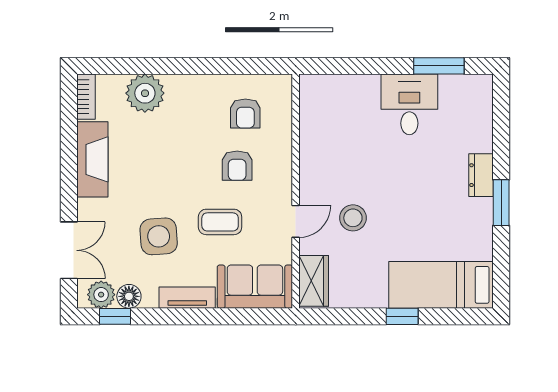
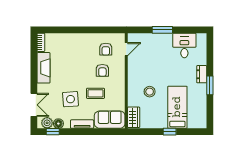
window: (439, 66) -> (162, 30), moved
plant: (145, 93) -> (65, 41), removed
desk: (409, 104) -> (184, 45), moved
door: (296, 221) -> (126, 49), moved
bed: (441, 285) -> (177, 107), moved, turned 90

